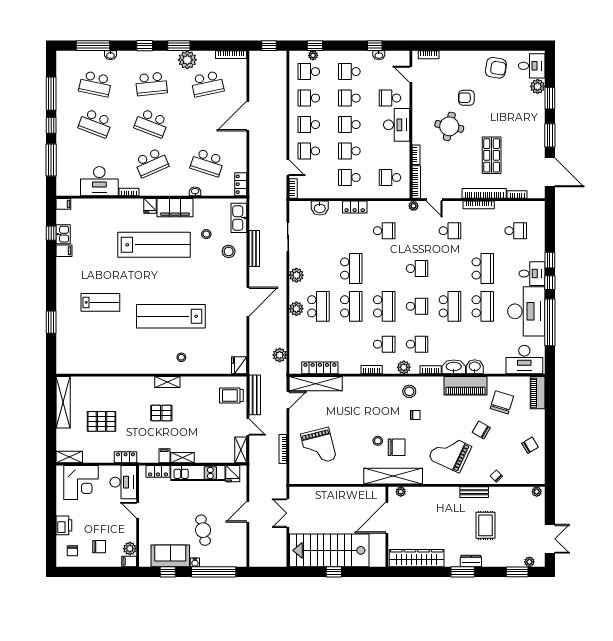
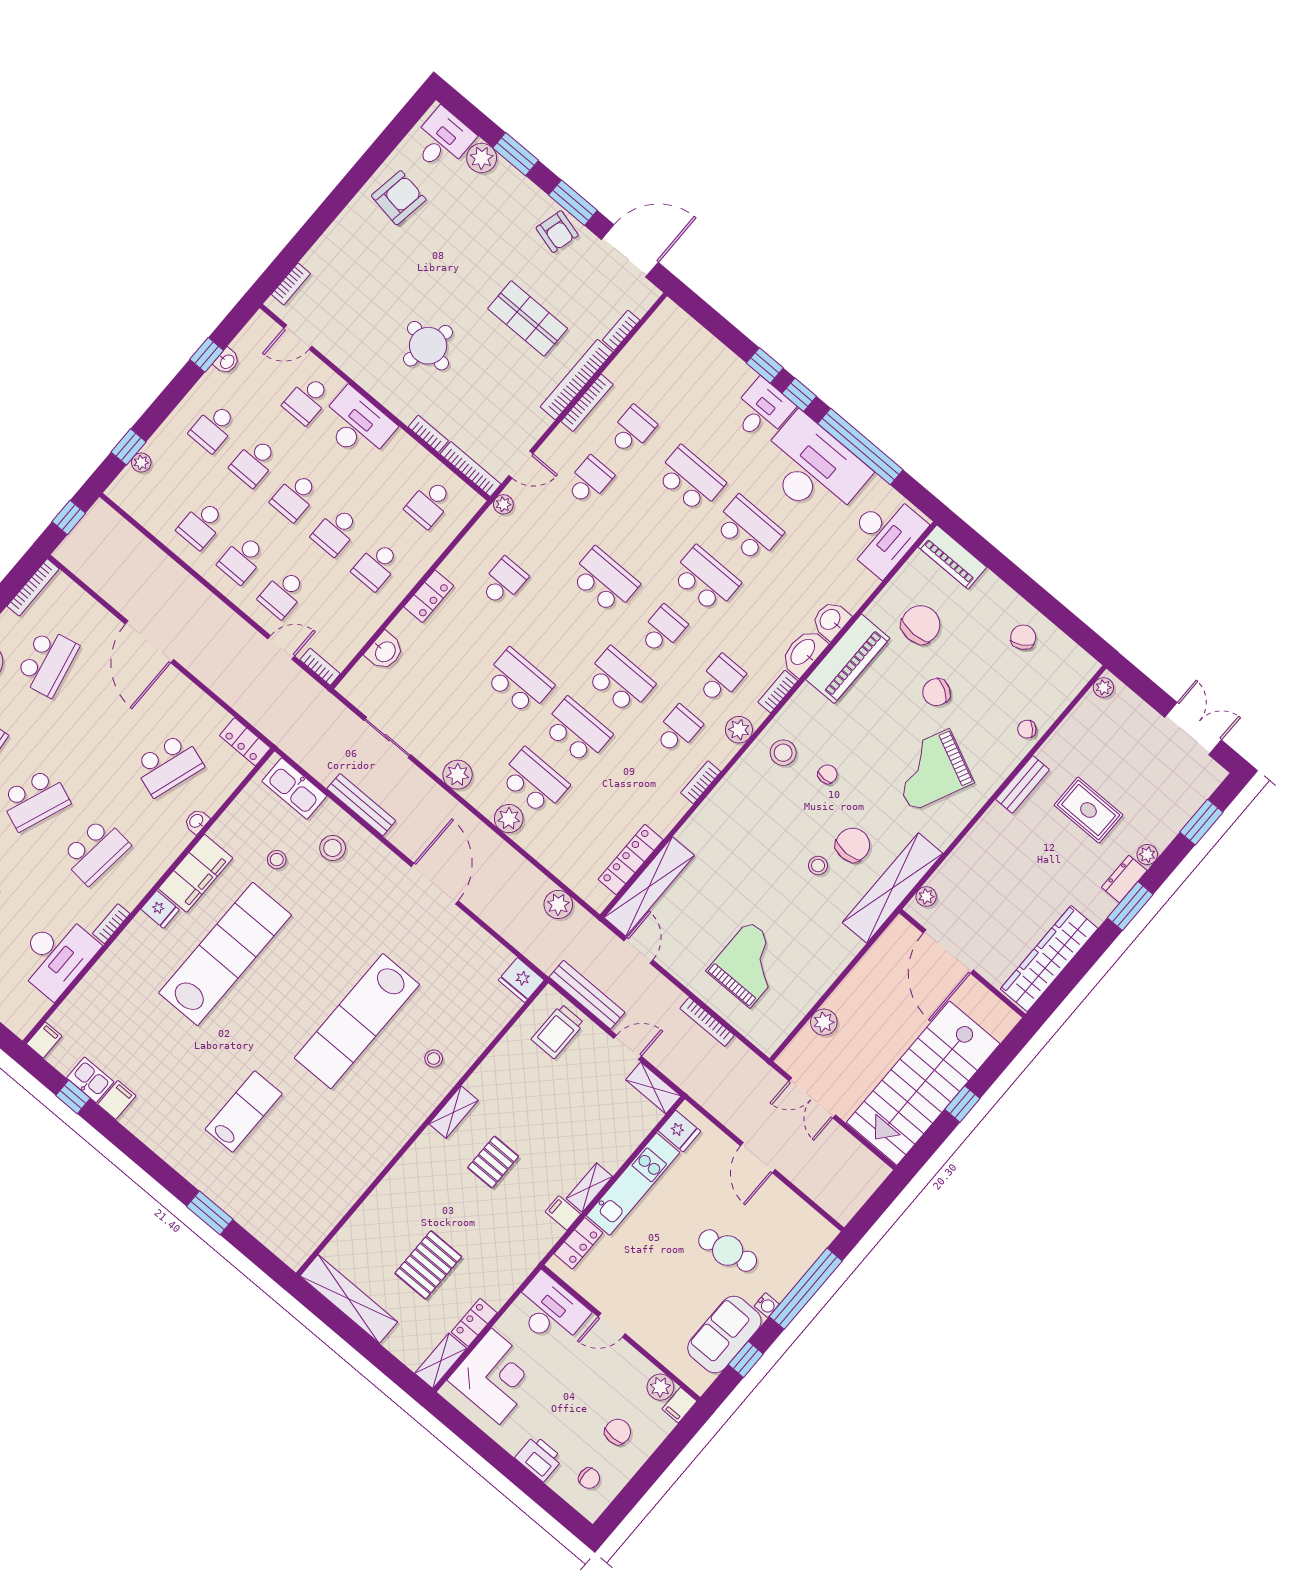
school desk: (309, 72) -> (161, 490), removed
armchair: (466, 98) -> (557, 232), moved, turned -75
school desk: (151, 163) -> (95, 851), turned 30
school desk: (516, 231) -> (632, 430), moved
school desk: (417, 269) -> (604, 581), width x1.85
chair: (502, 402) -> (921, 625), turned 73
grand piano: (318, 446) -> (749, 964), turned -76
locker: (125, 457) -> (474, 1322), moved
plant: (320, 493) -> (824, 1022), added
plant: (529, 562) -> (1147, 855), moved

